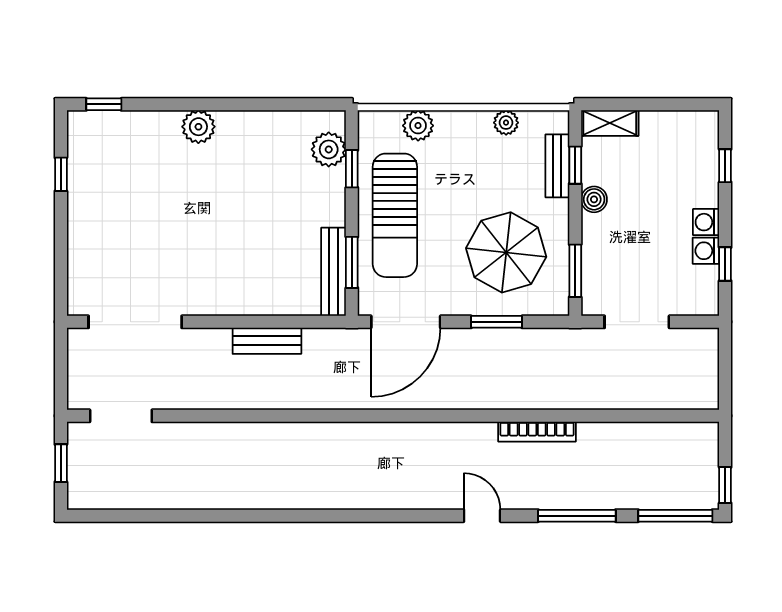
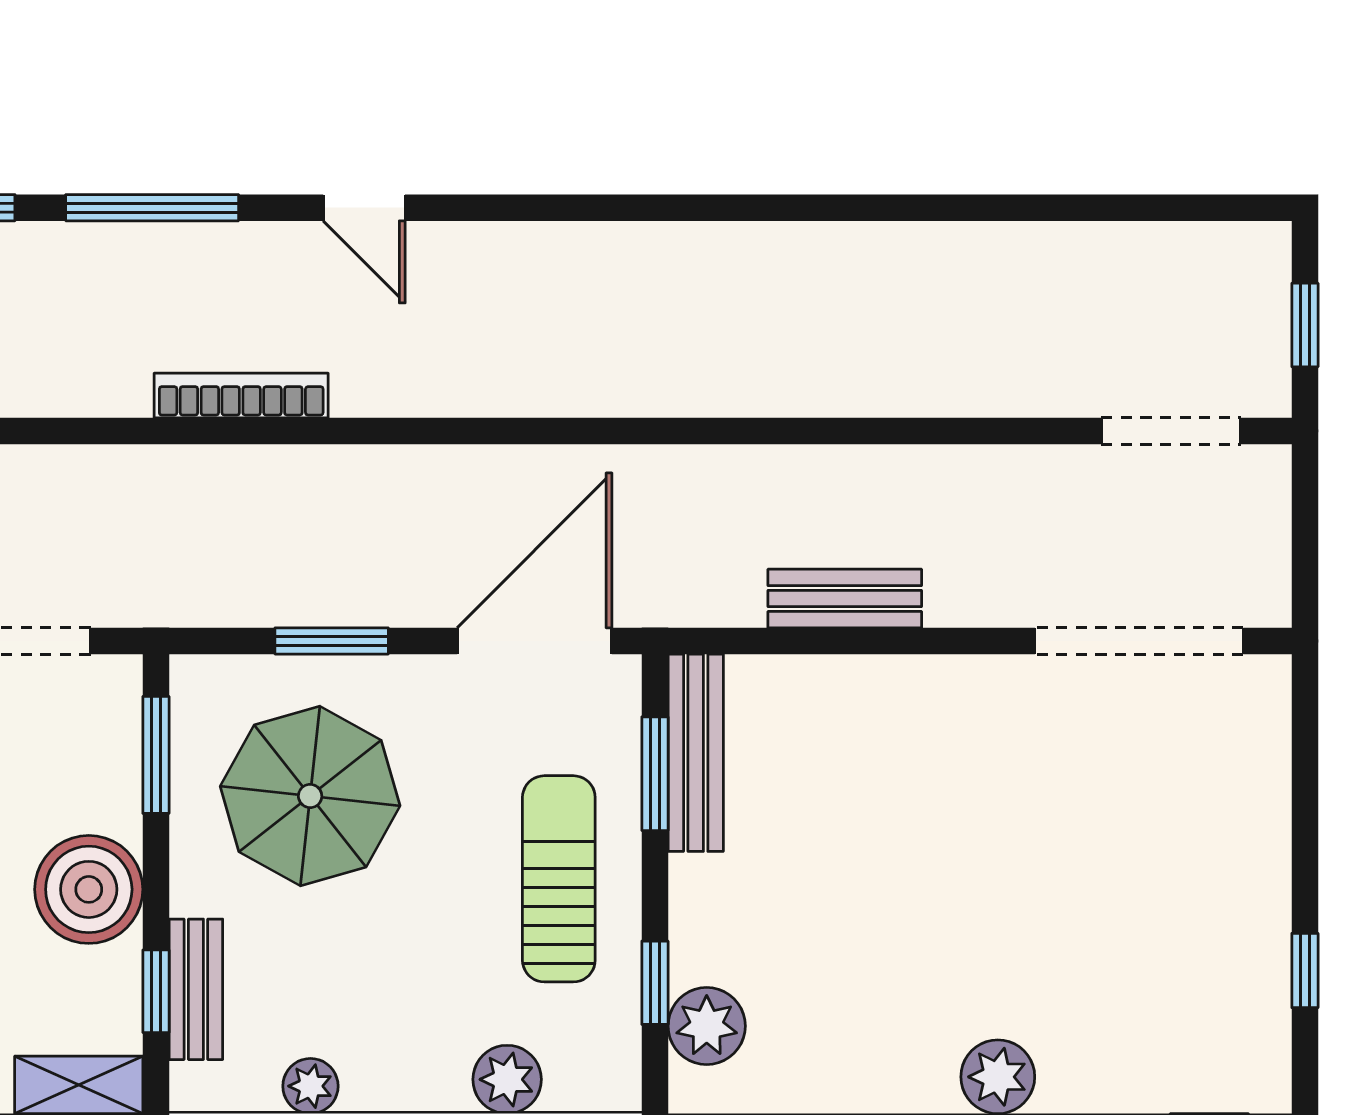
boiler: (594, 199) -> (89, 889), width x1.86, depth x1.86
sun lounger: (395, 215) -> (559, 879), width x0.73, depth x0.75

